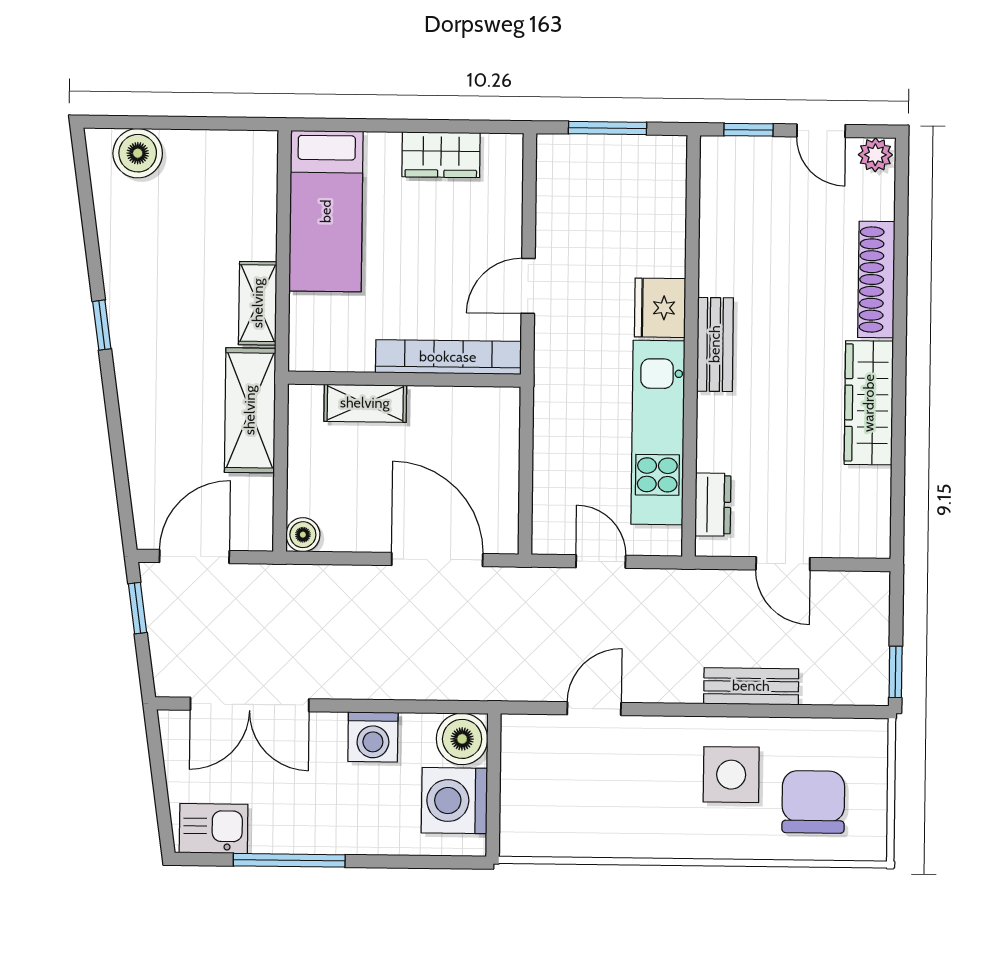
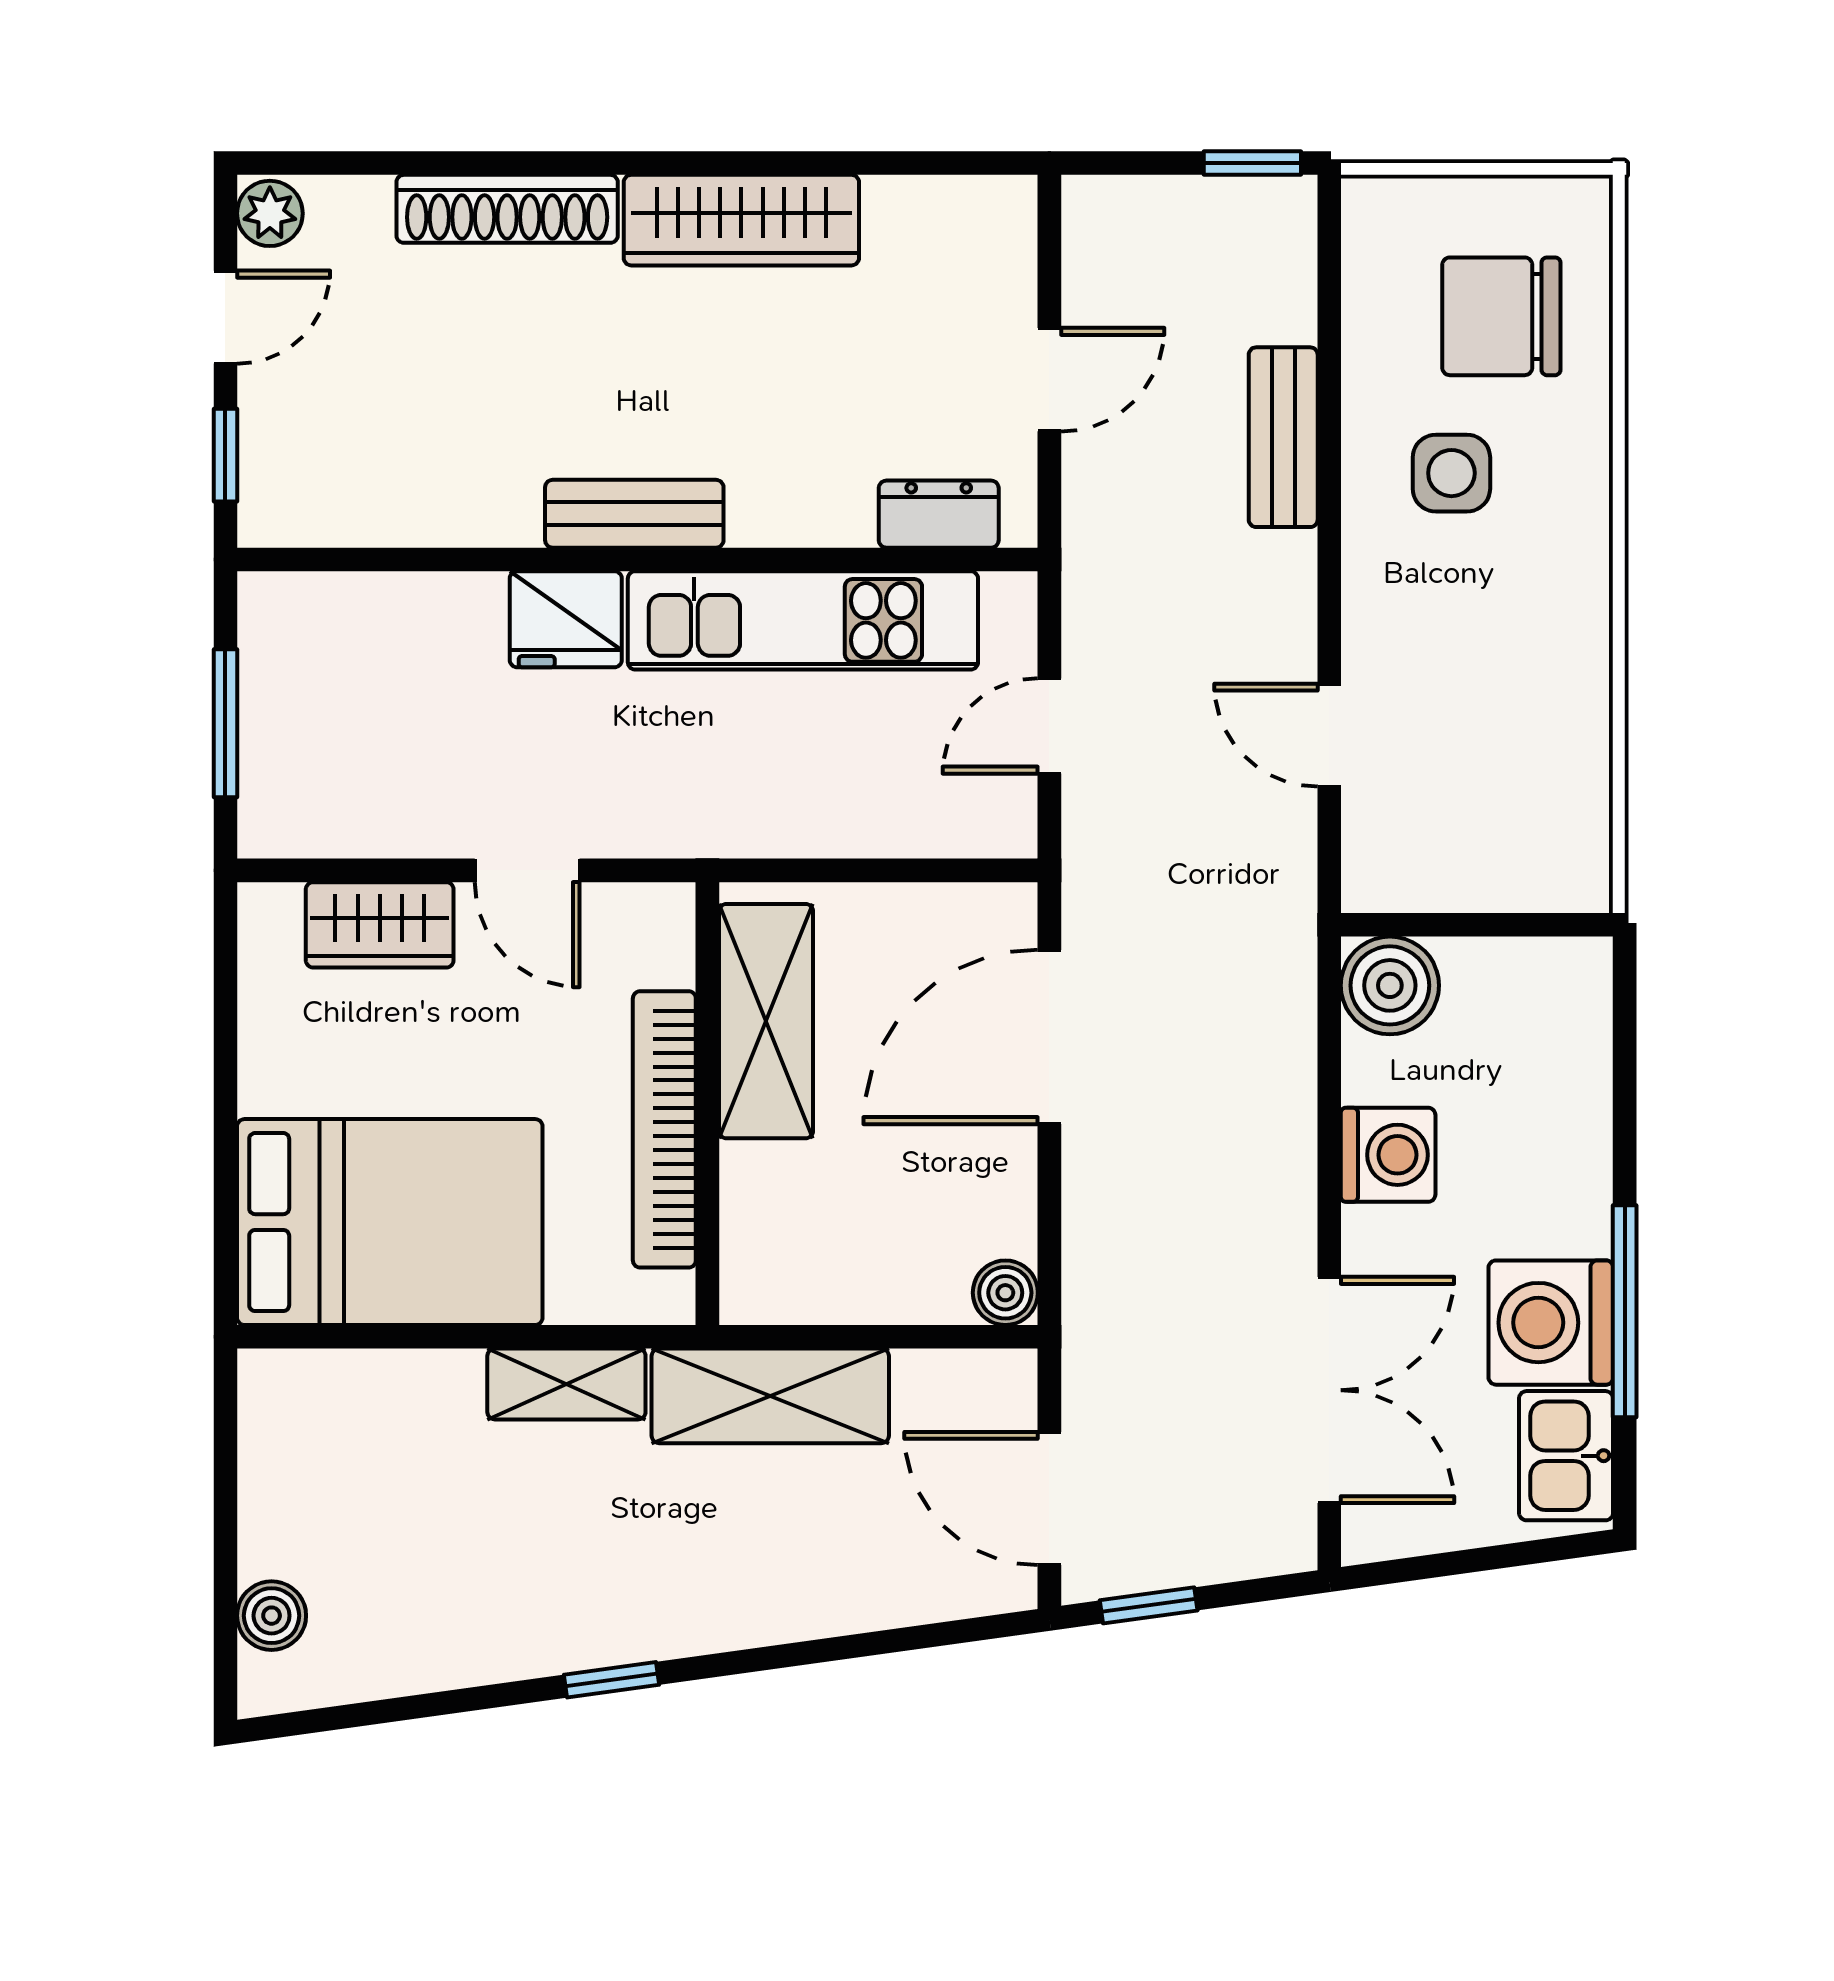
boiler: (138, 153) -> (272, 1616), width x0.73, depth x0.73
wardrobe: (441, 155) -> (380, 925), moved, turned 90
bed: (326, 211) -> (390, 1222), width x1.50
bookcase: (448, 357) -> (664, 1129), moved
shelving: (365, 403) -> (766, 1021), moved, width x1.50, depth x1.33
side table: (731, 775) -> (1451, 473), width x0.73, depth x0.73
washing machine: (454, 801) -> (1551, 1323), moved, turned 90

